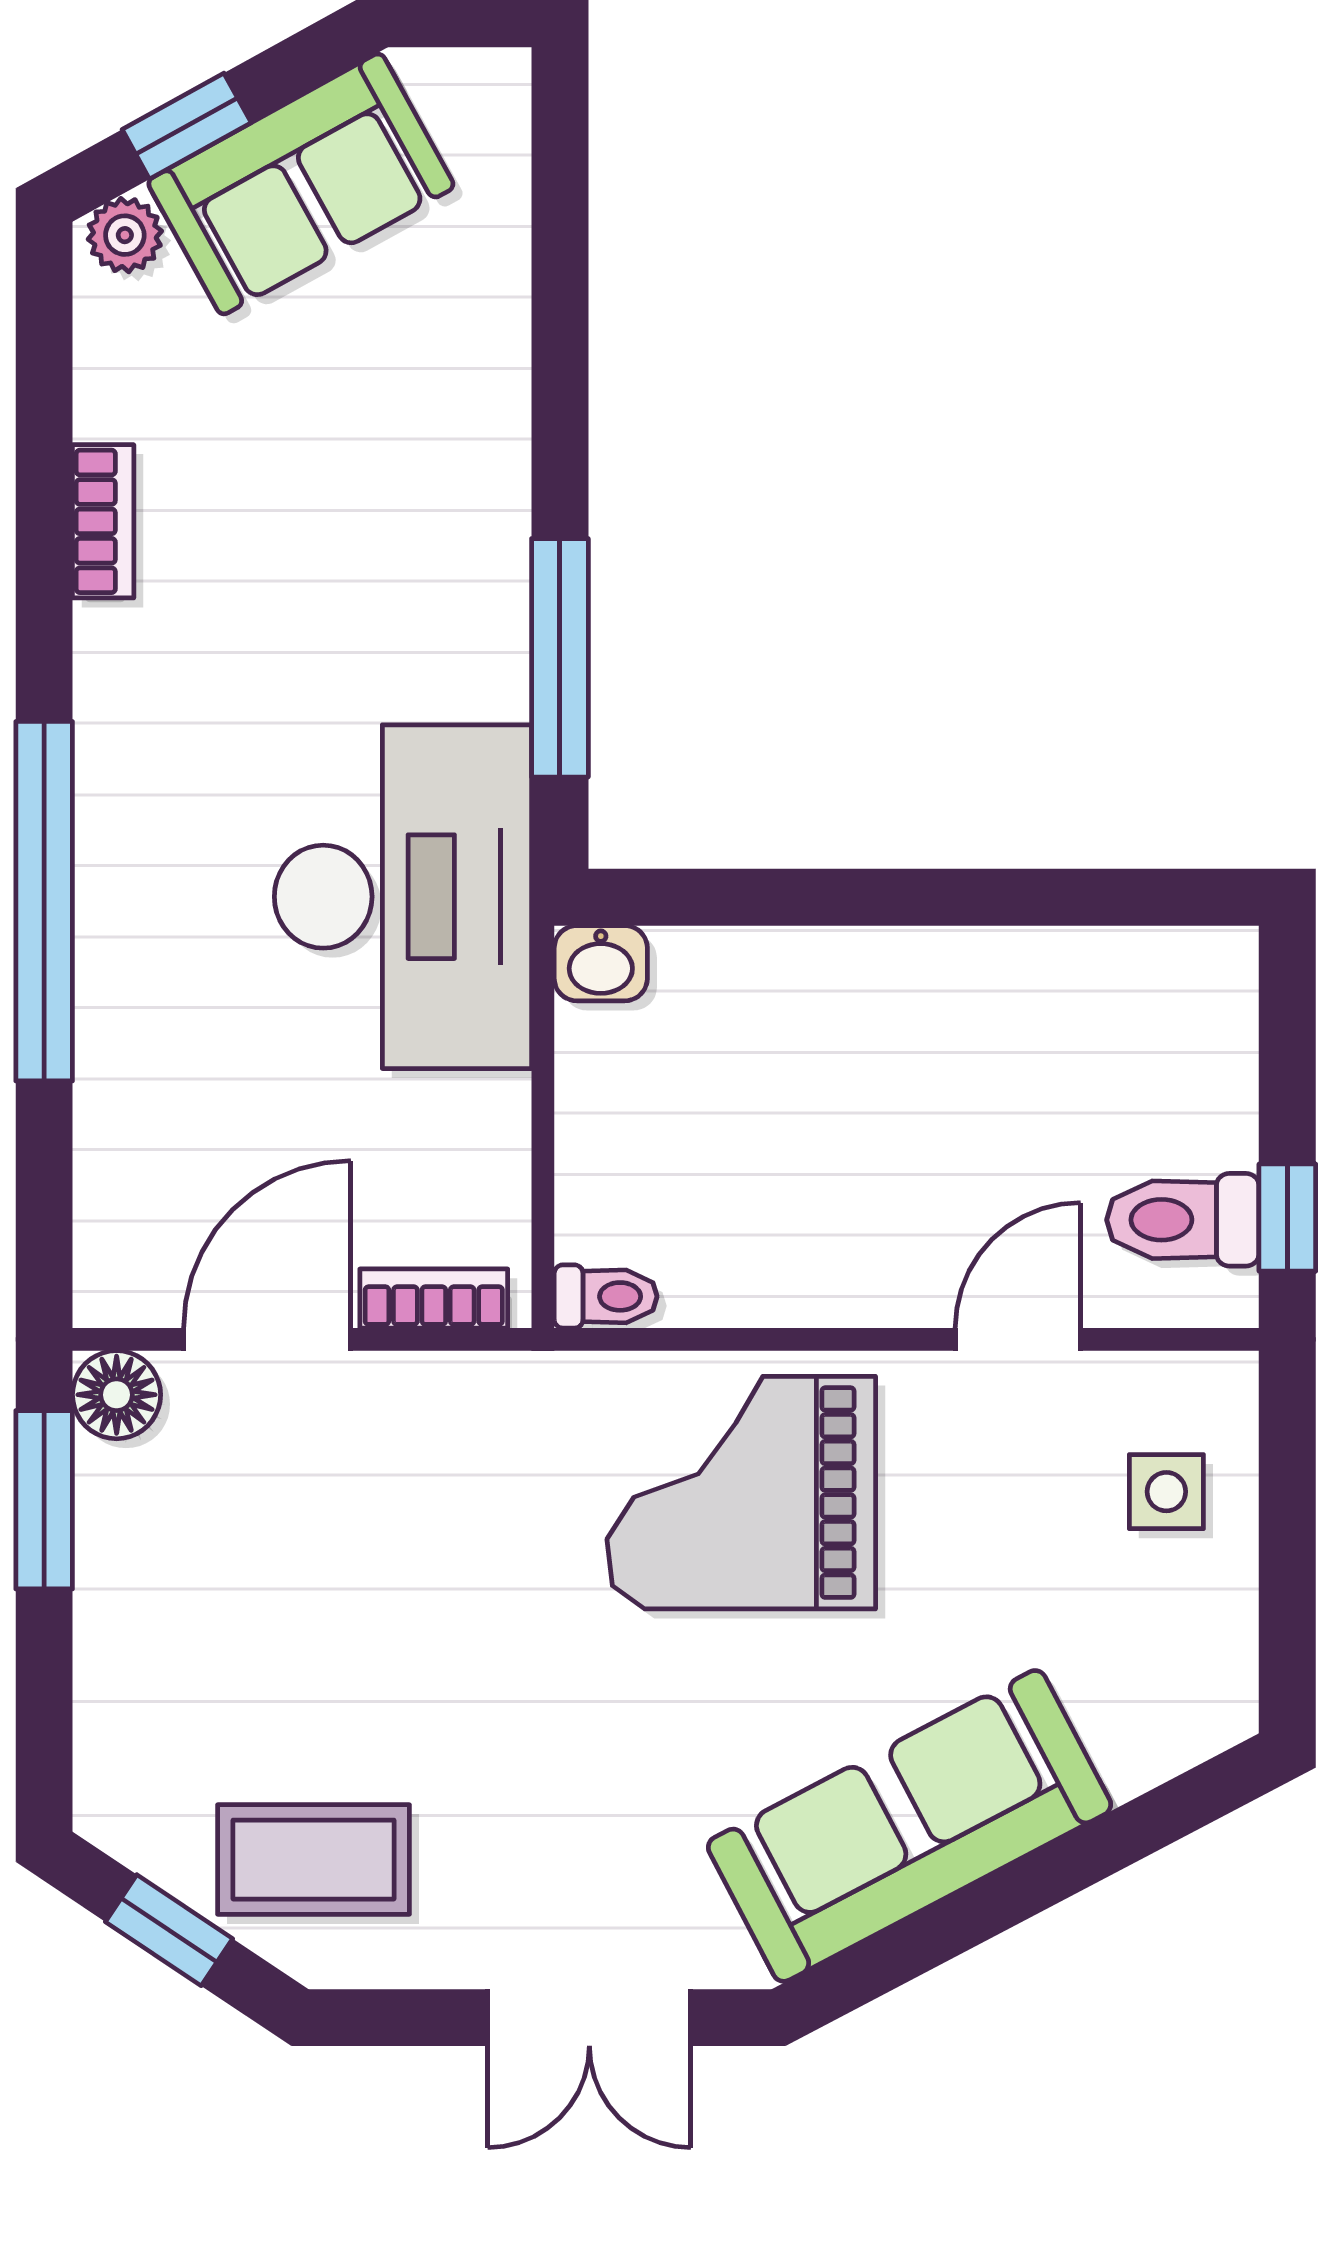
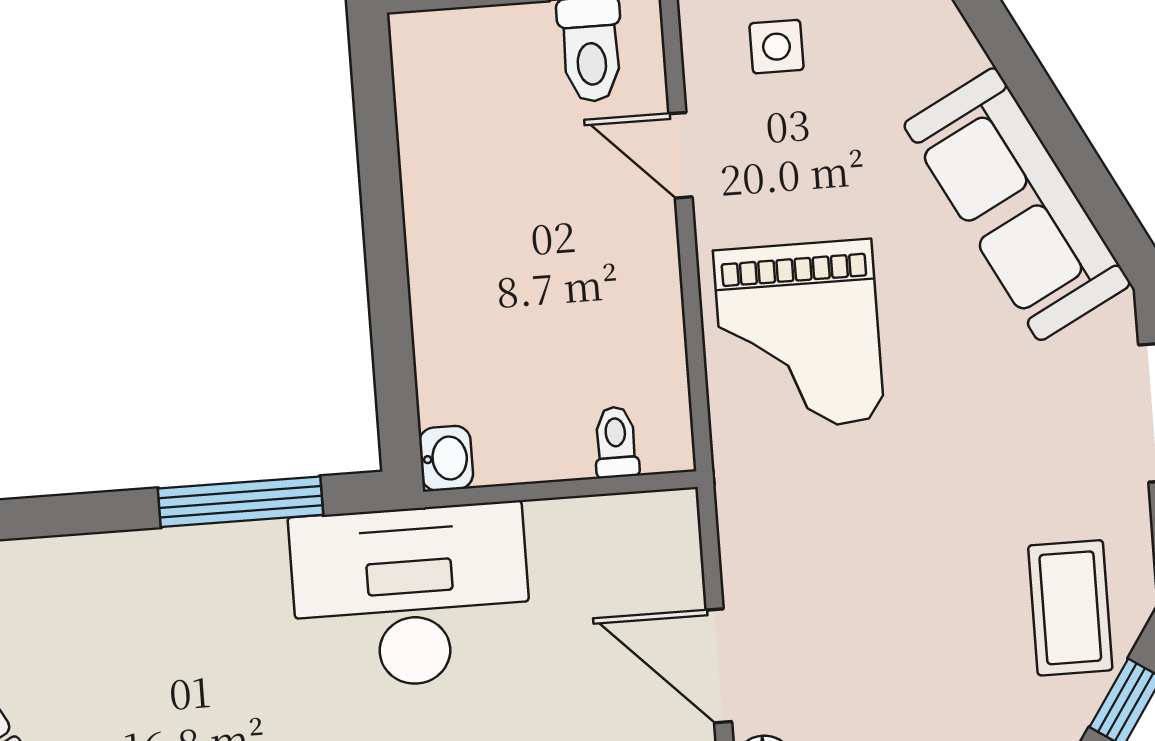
toilet: (606, 1296) -> (616, 442), moved
bookcase: (434, 1298) -> (683, 555), removed

